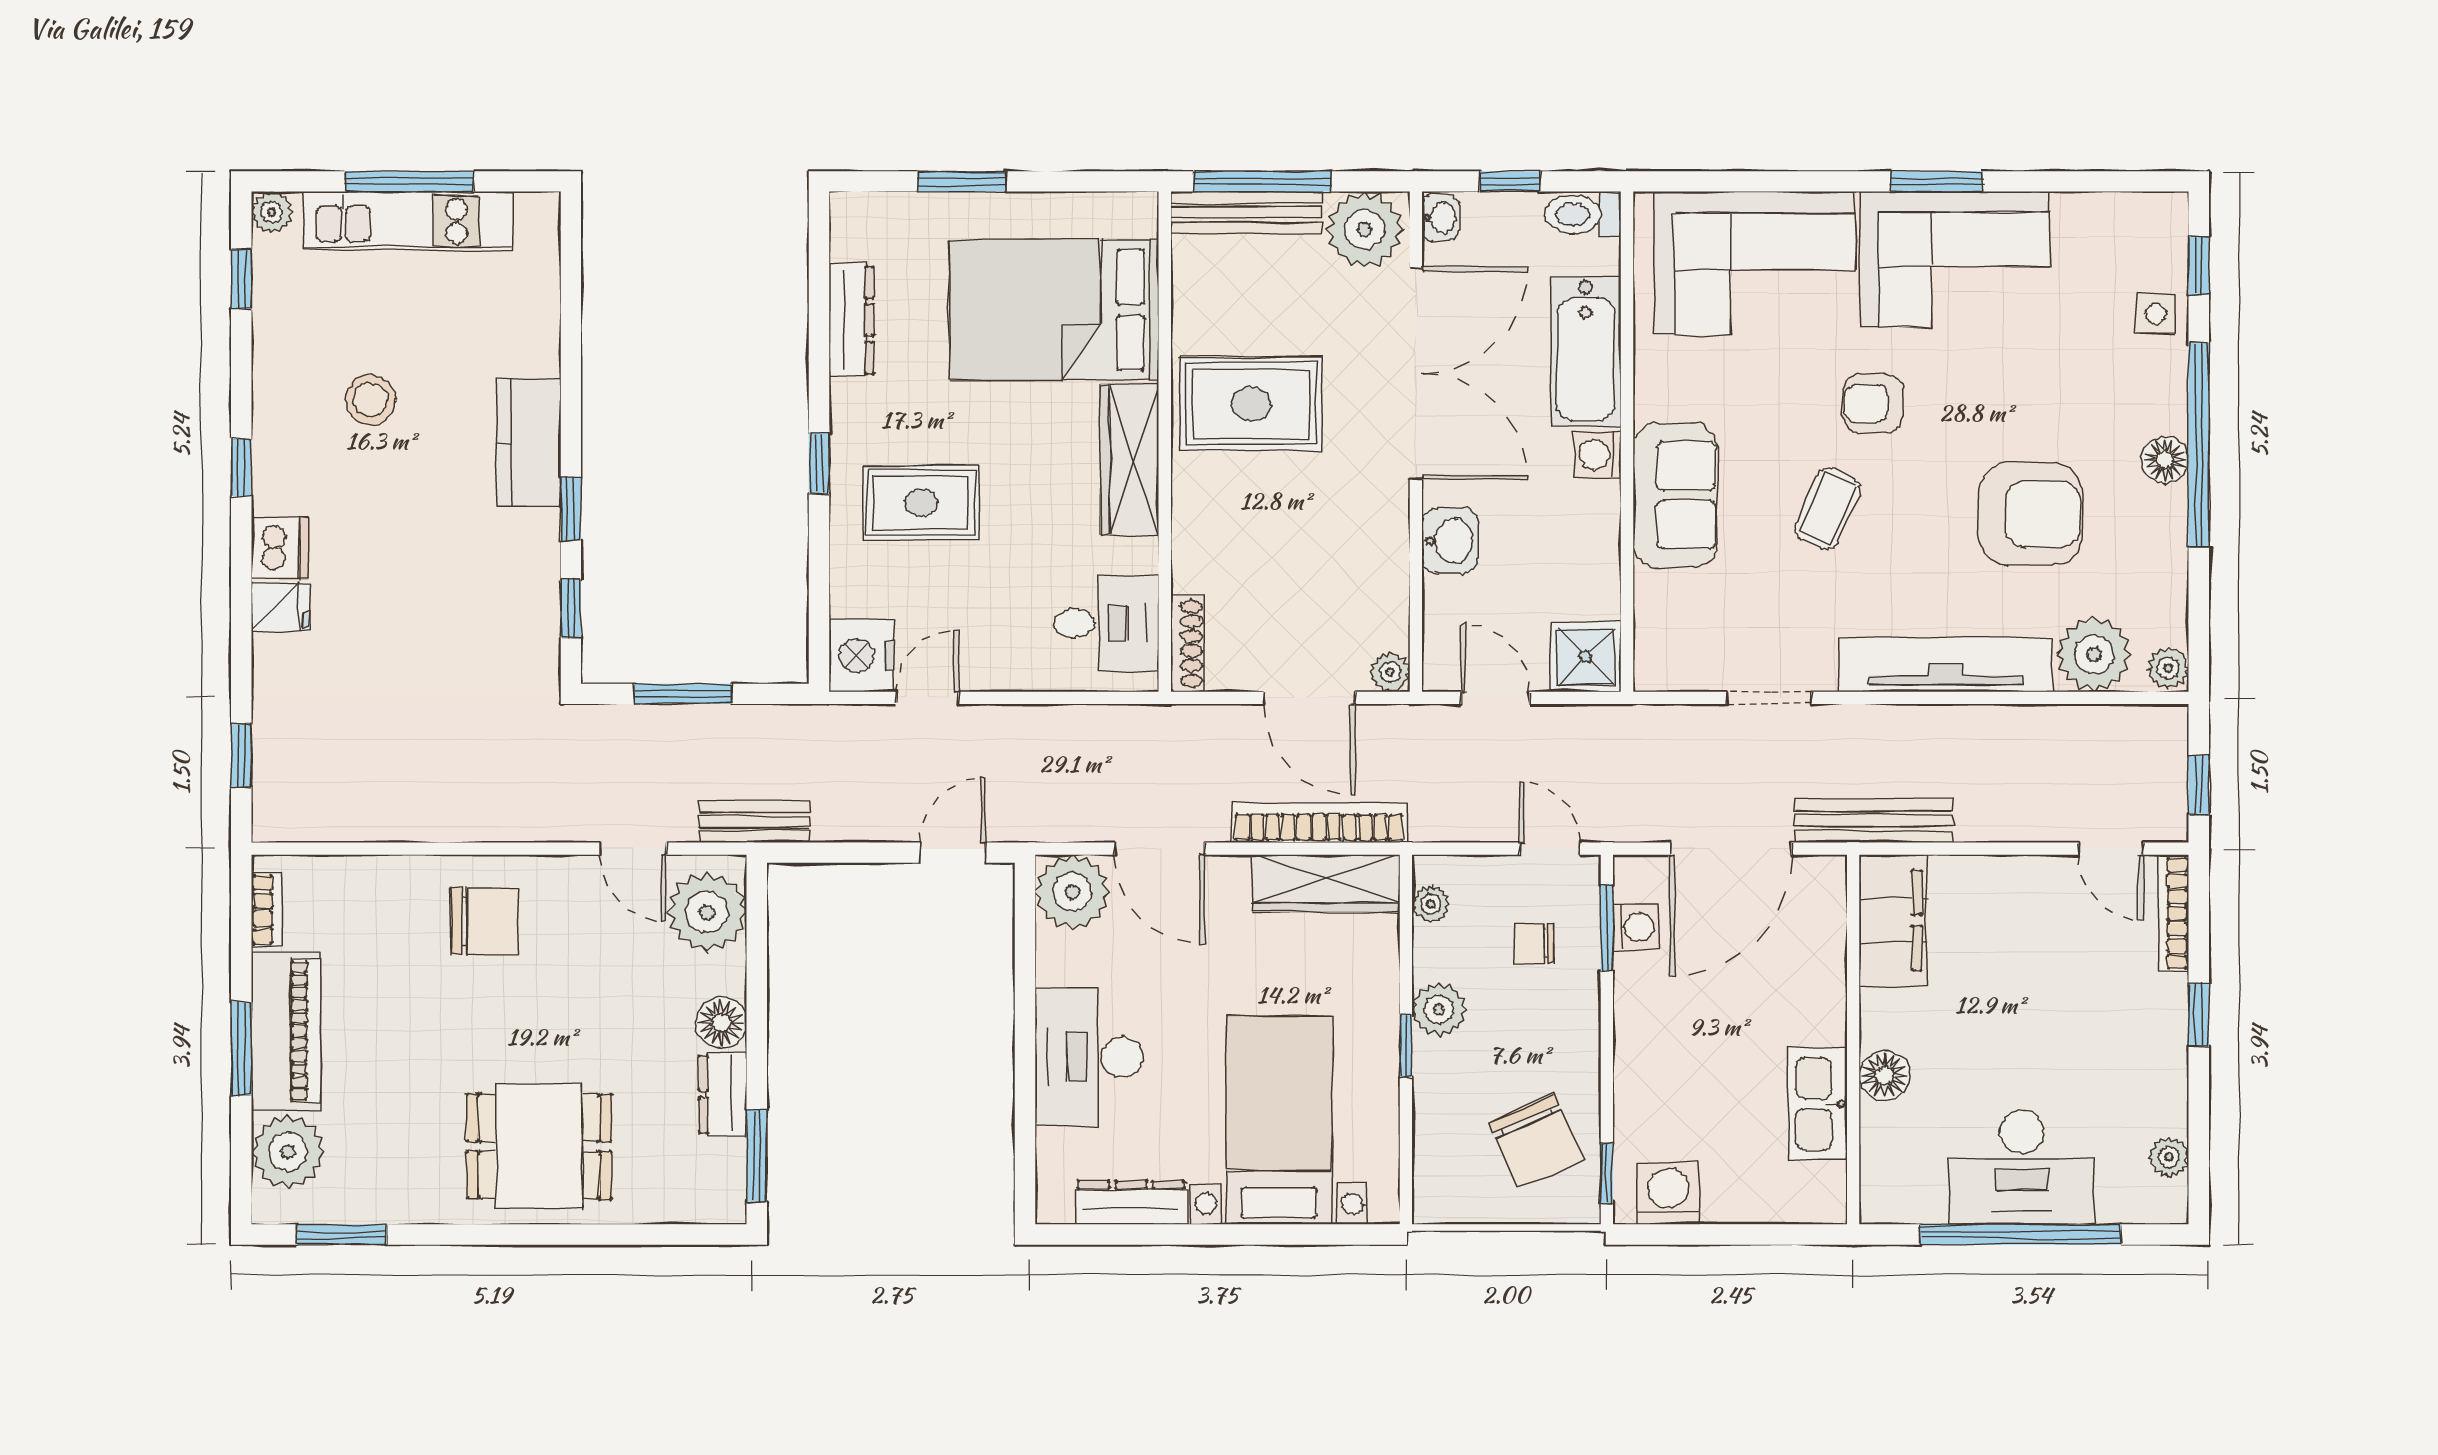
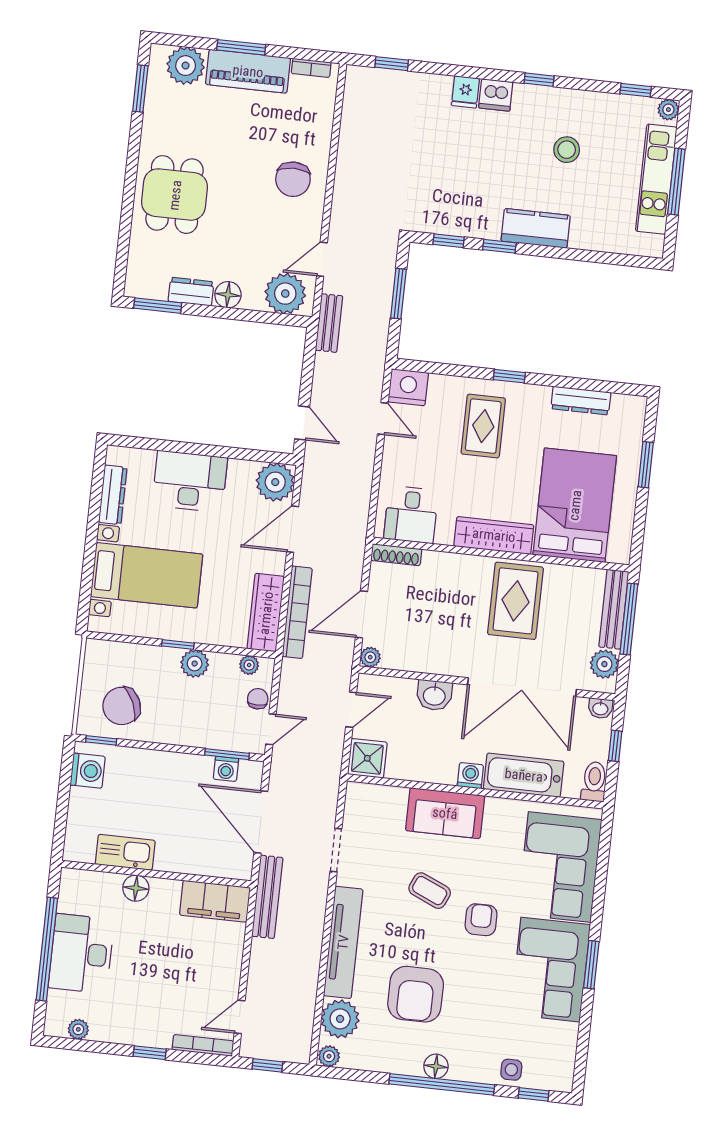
plant: (1364, 229) -> (604, 664), width x0.73, depth x0.73
chair: (1534, 943) -> (258, 699), moved

